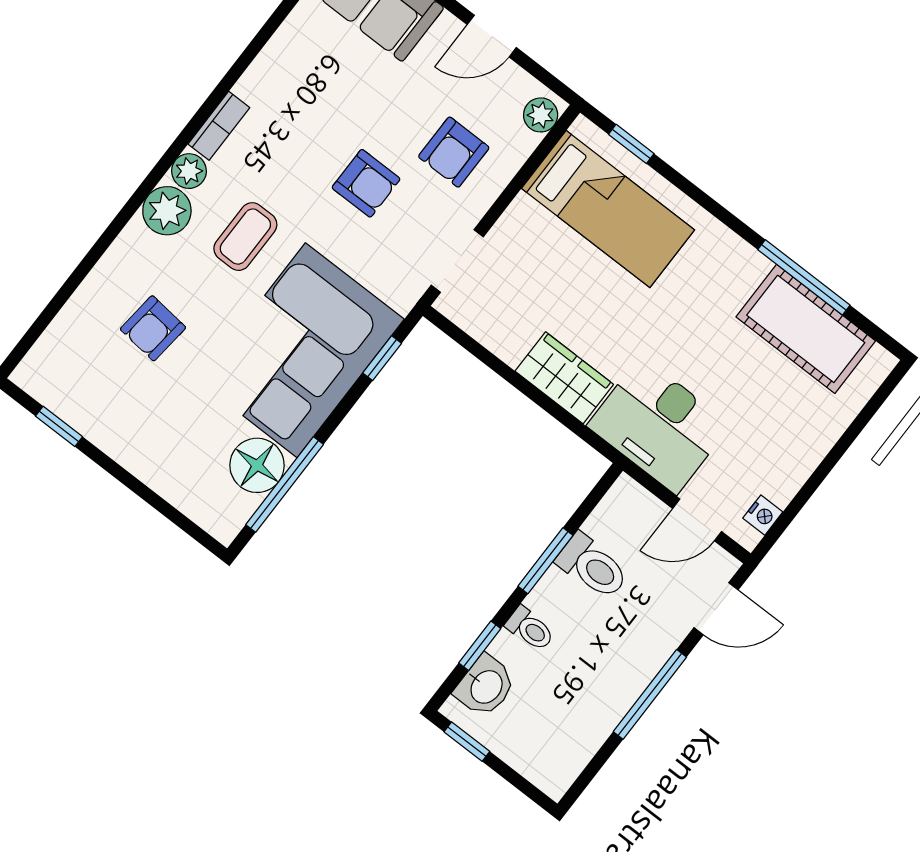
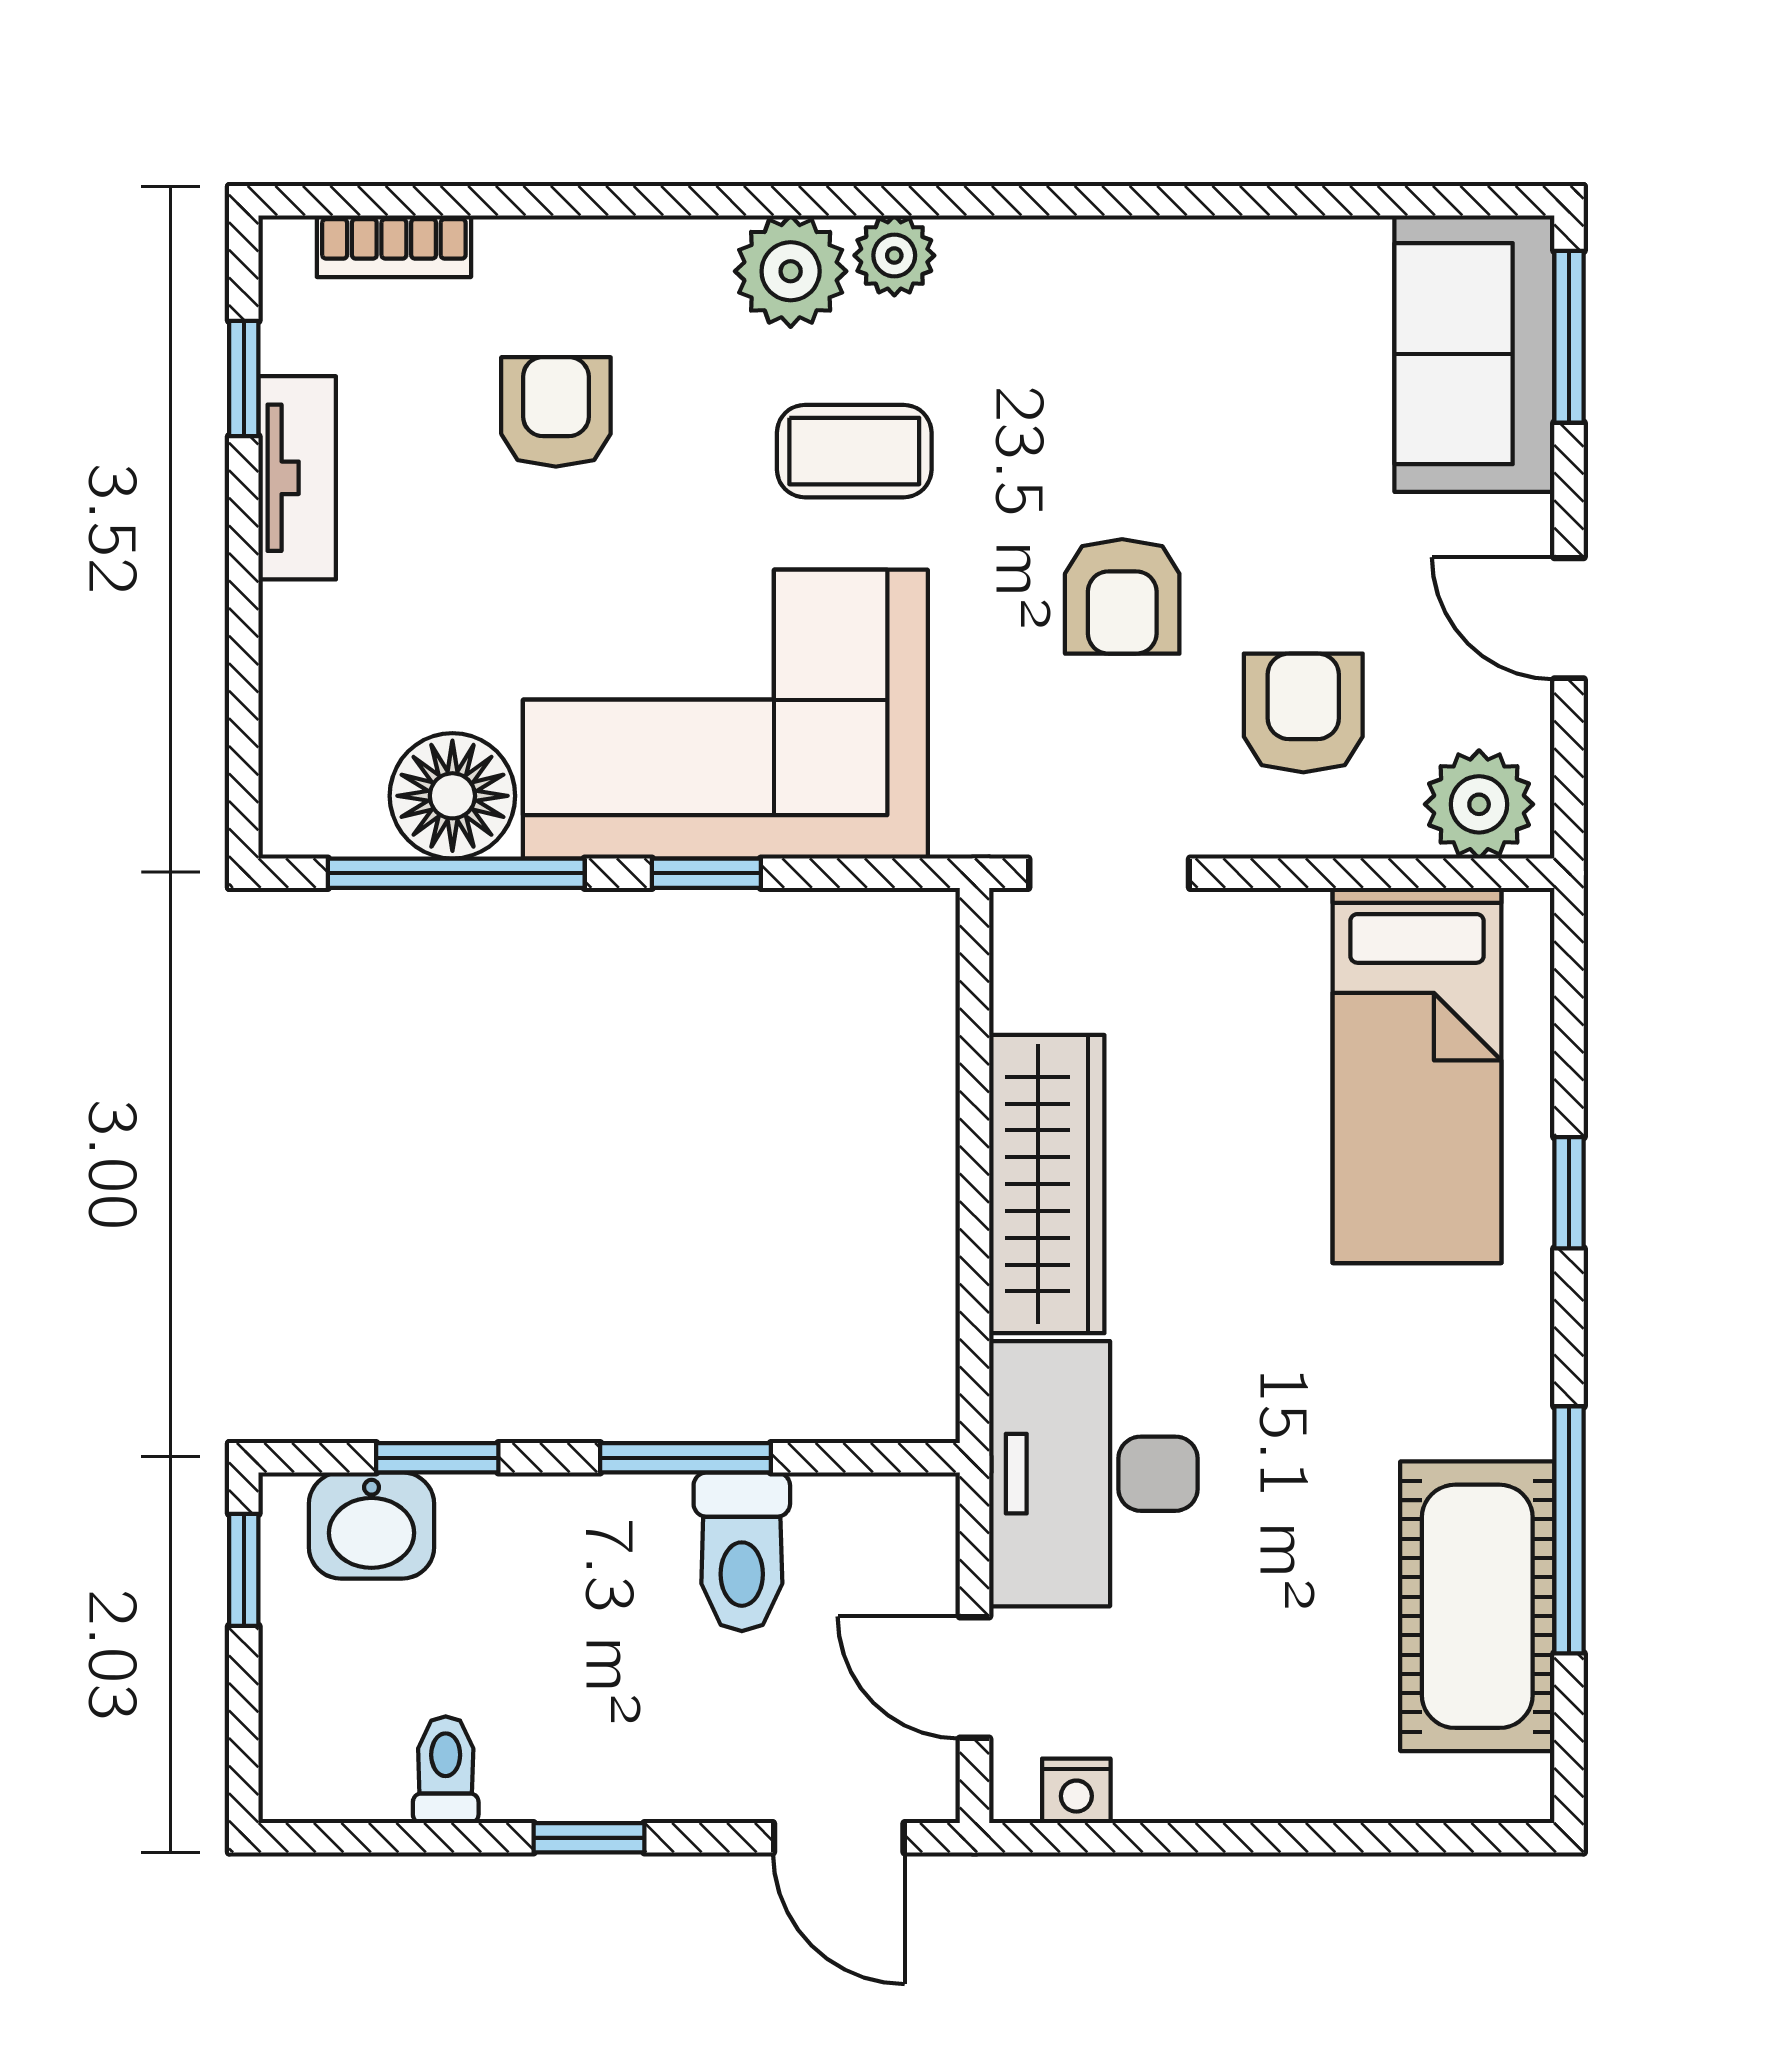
plant: (541, 115) -> (1479, 804), width x1.38, depth x1.38
bookcase: (219, 126) -> (394, 246), moved
window: (631, 144) -> (1569, 1193), moved
armchair: (454, 152) -> (1303, 713), turned 90
armchair: (153, 328) -> (556, 412), turned 84
window: (382, 358) -> (706, 873), moved
wardrobe: (564, 378) -> (1047, 1184), width x1.50
tv unit: (107, 434) -> (297, 478), added
toilet: (530, 629) -> (446, 1770), moved, turned 180
window: (650, 694) -> (589, 1838), width x0.46

